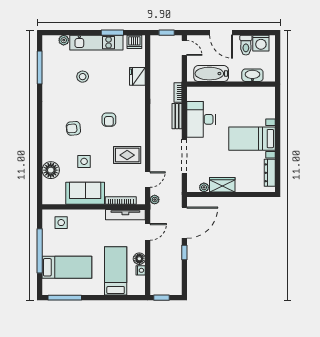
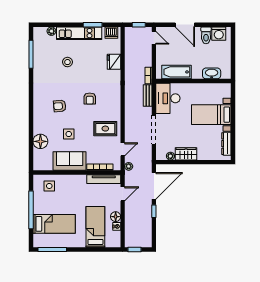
bathtub: (211, 74) -> (176, 72), moved
washbasin: (252, 75) -> (212, 73), moved
wall: (231, 84) -> (193, 81), moved

